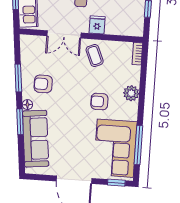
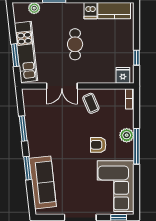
fridge: (97, 25) -> (123, 75), moved
armchair: (43, 84) -> (46, 132), removed
floor lamp: (27, 105) -> (33, 152), removed
window: (138, 145) -> (136, 146), moved

